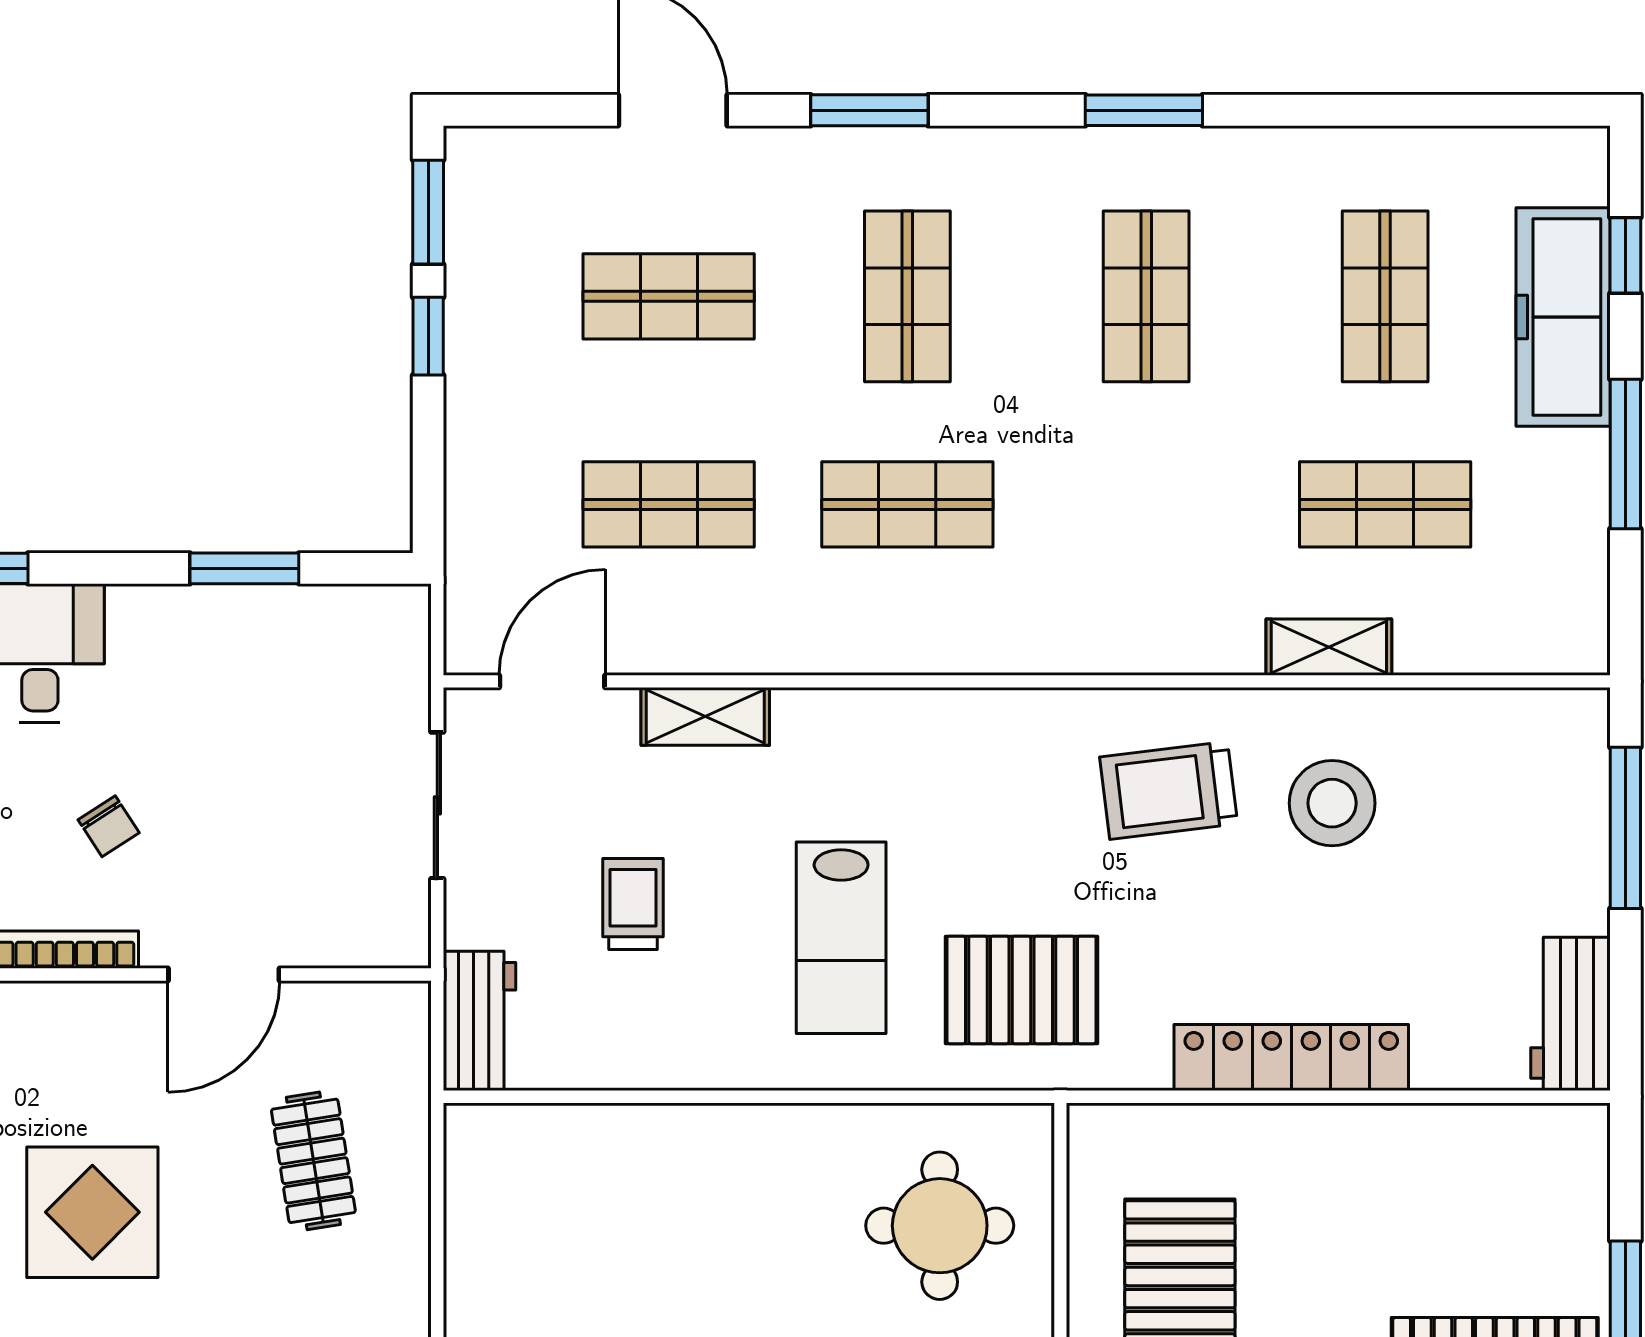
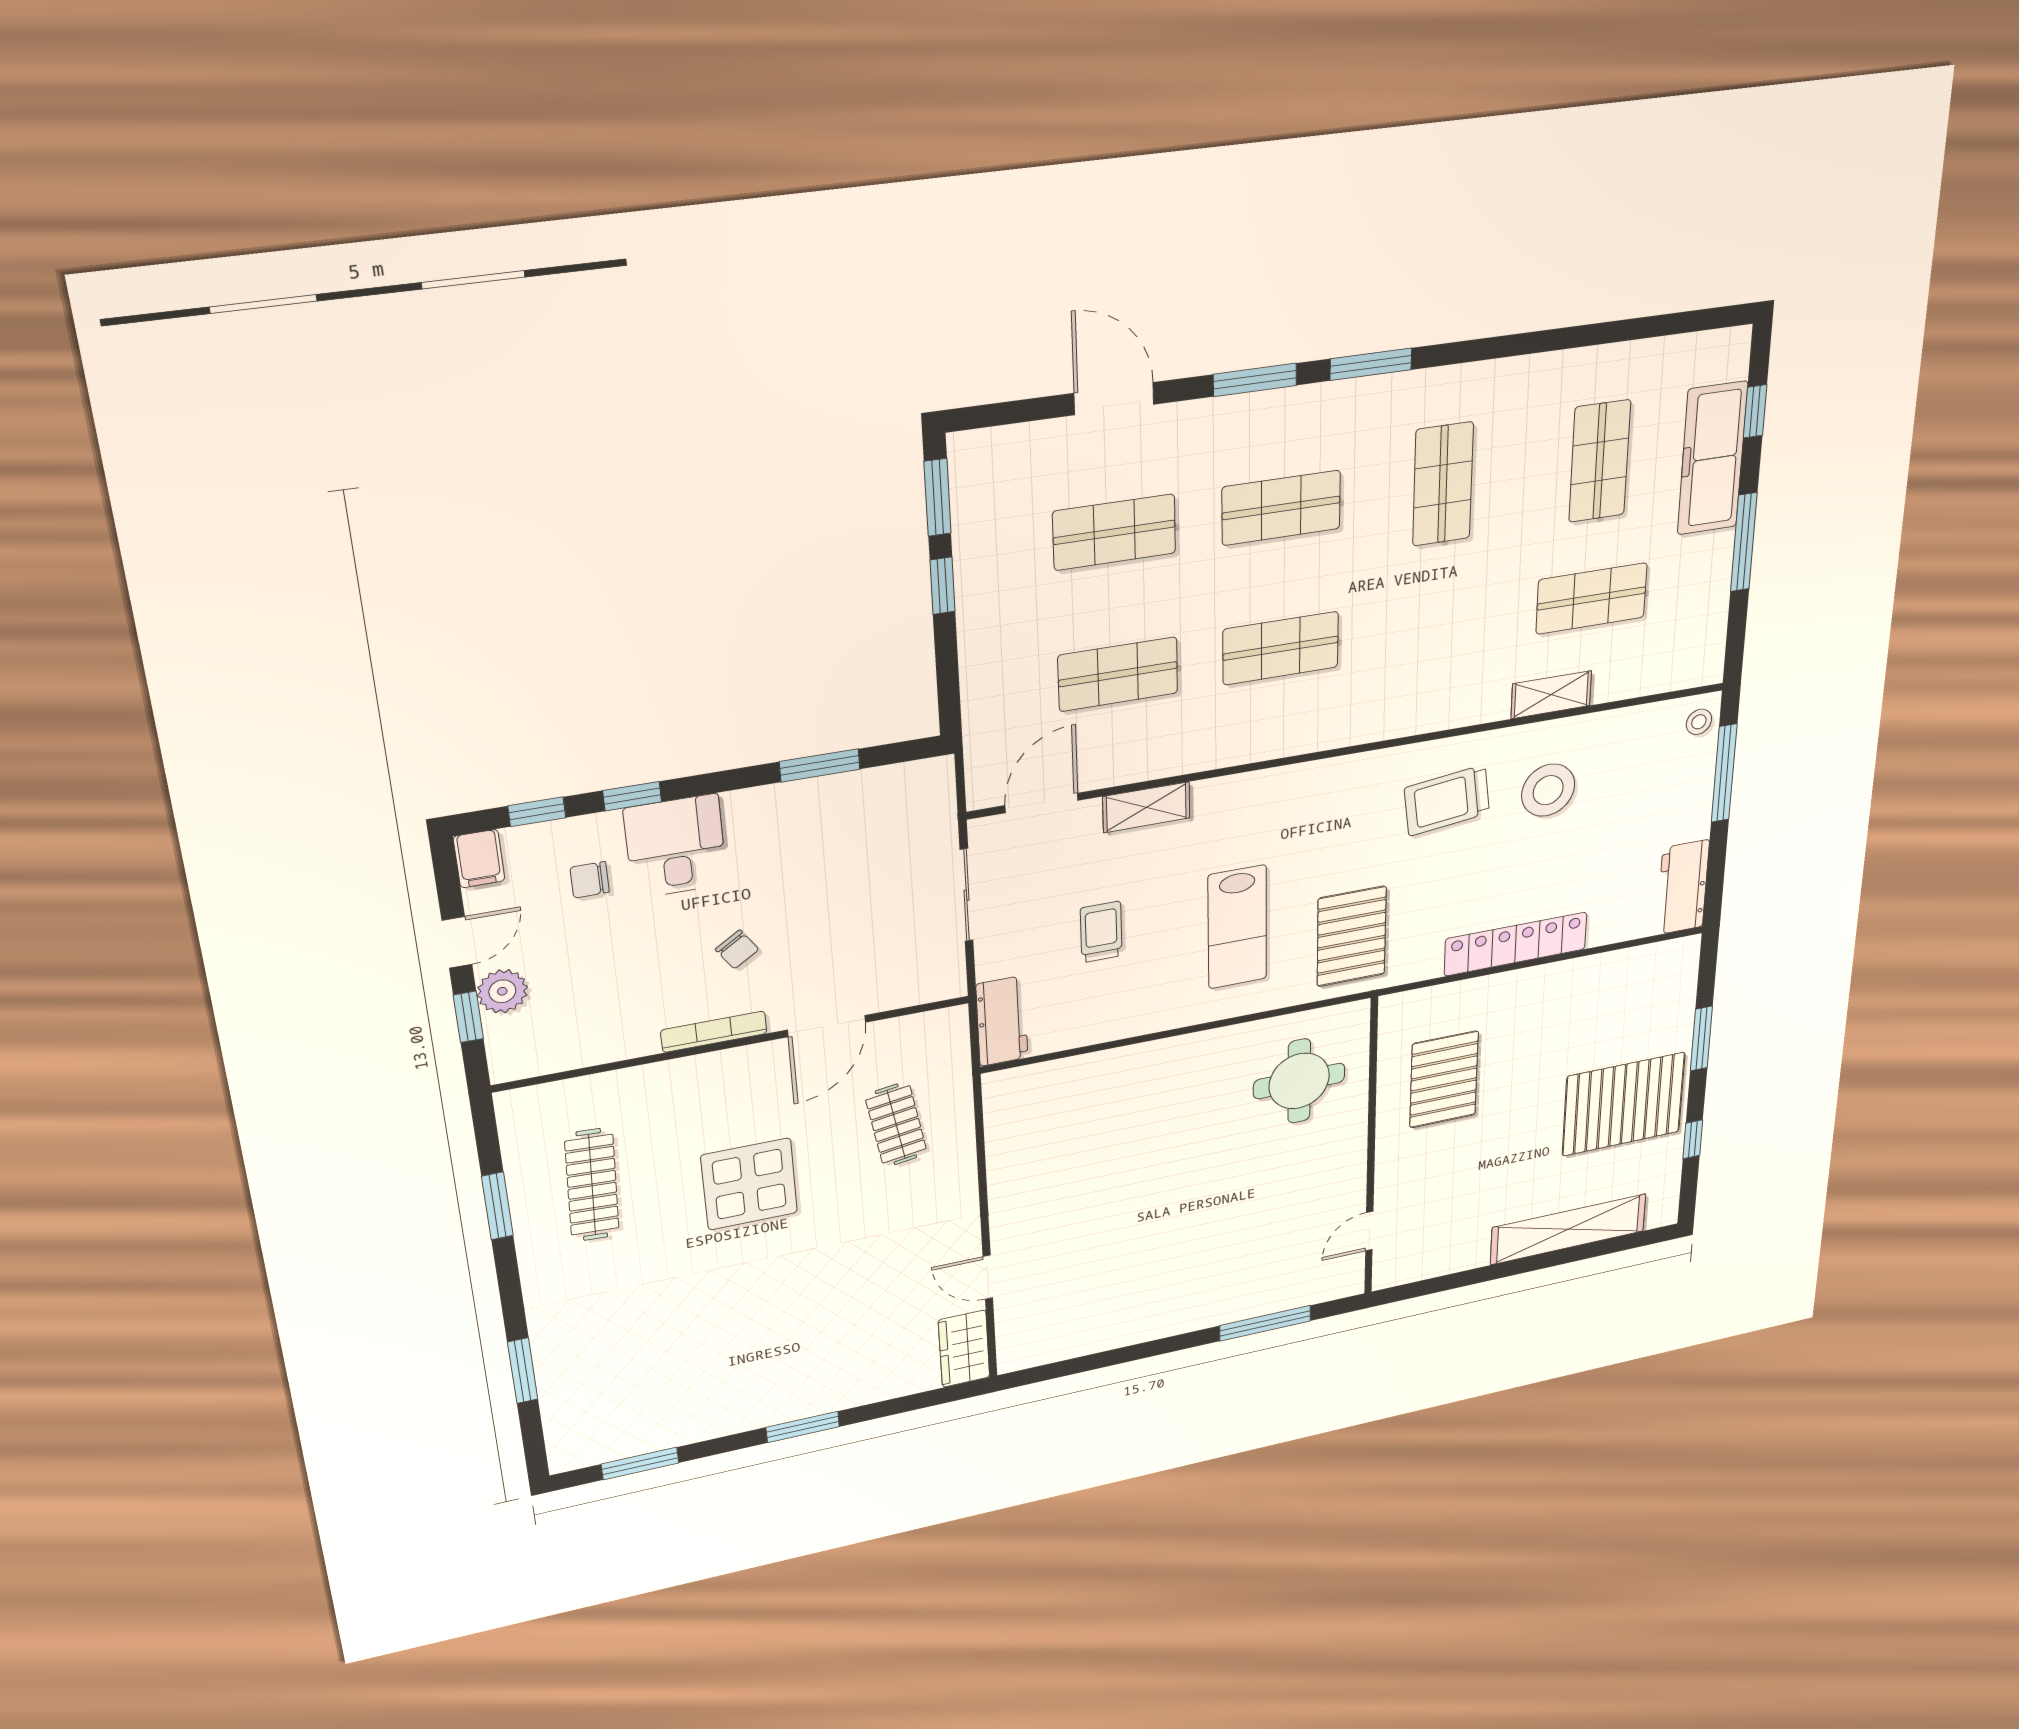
window: (1144, 110) -> (1371, 364), moved
shop shelf: (907, 296) -> (1281, 508), turned 90
stool: (1575, 733) -> (1699, 722), added
pallet: (1022, 990) -> (1352, 936), turned 90

